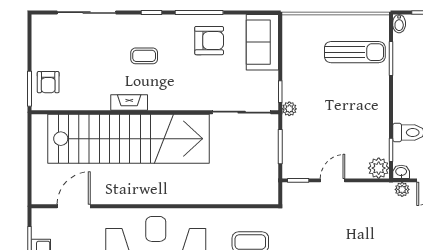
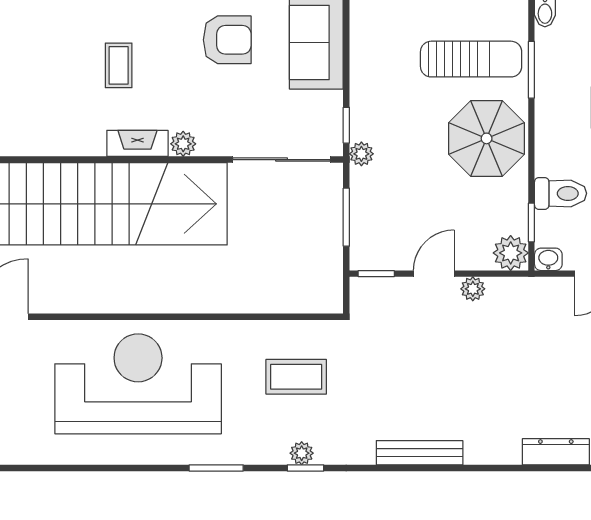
coffee table: (144, 56) -> (119, 65), turned 90
parasol: (364, 100) -> (487, 138), added
fireplace: (129, 102) -> (137, 143), moved
plant: (183, 103) -> (183, 144), added
plant: (402, 189) -> (473, 289), moved

